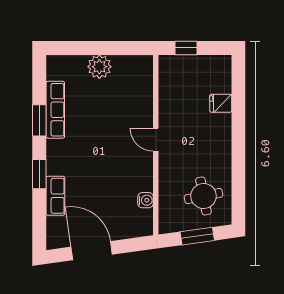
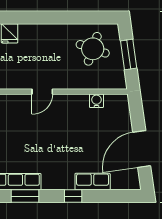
window: (39, 174) -> (73, 196), width x0.67
round table: (204, 196) -> (93, 49), turned 30

